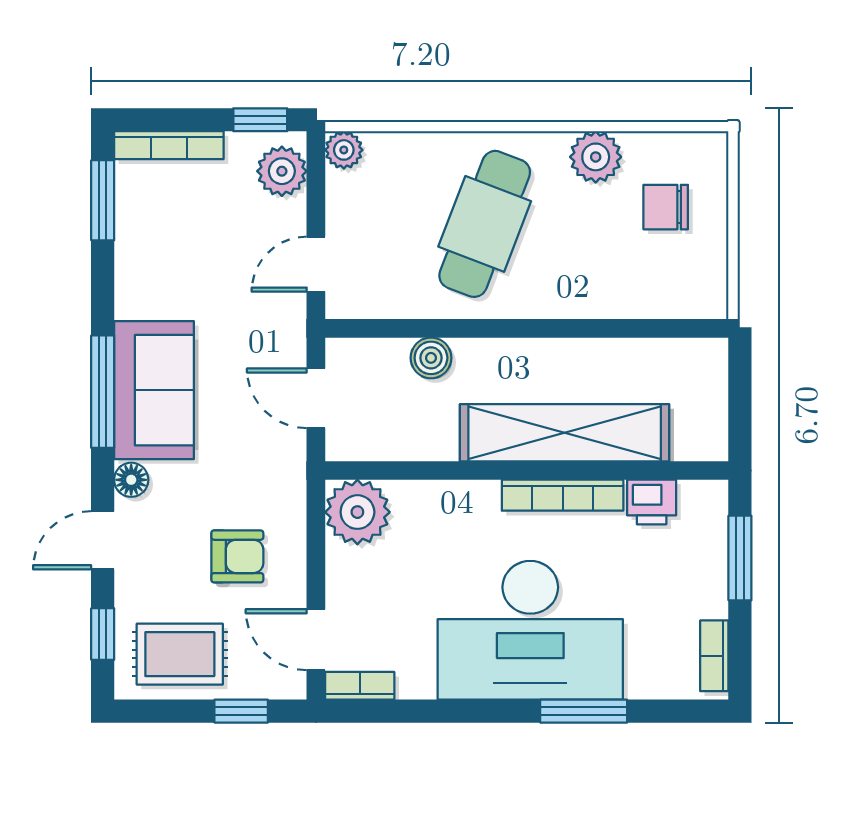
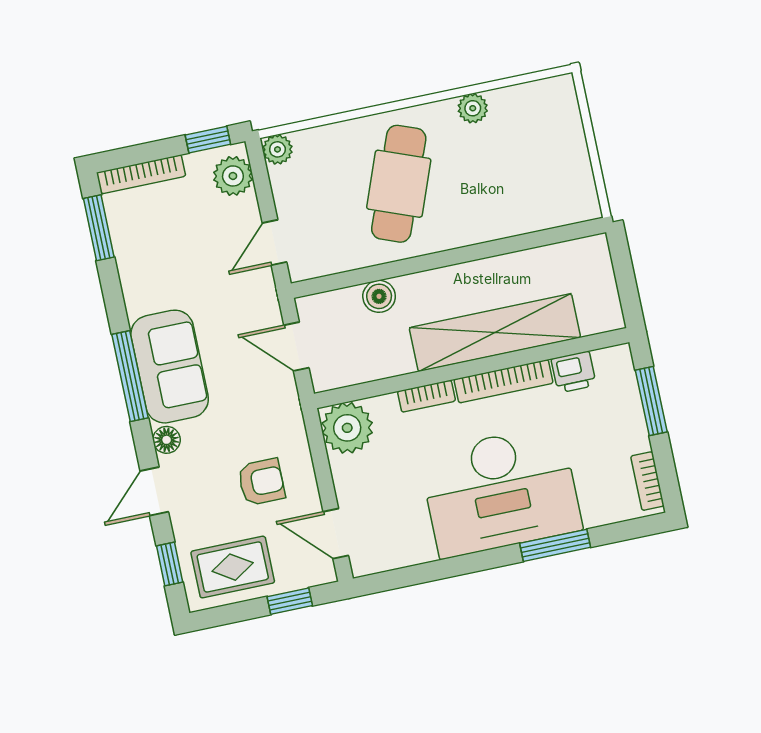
plant: (596, 157) -> (473, 108), width x0.73, depth x0.73
chair: (666, 207) -> (536, 141), removed
bookcase: (360, 686) -> (426, 396), moved, turned 180

